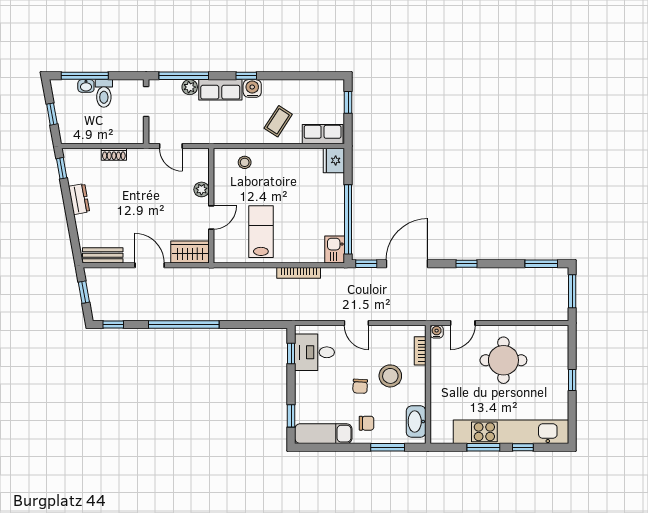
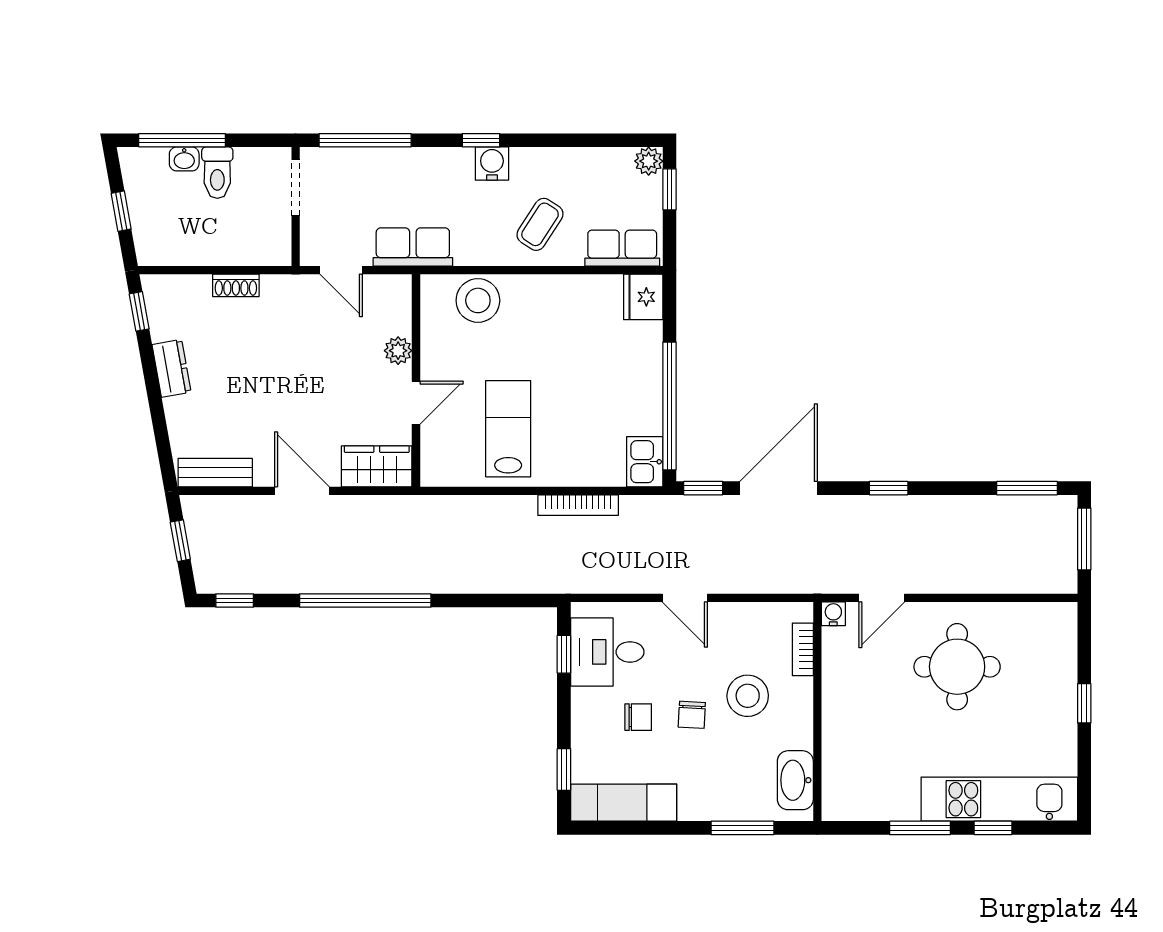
plant: (190, 87) -> (649, 161), moved
row of seats: (220, 90) -> (413, 247), moved, turned 180
stool: (245, 162) -> (478, 300), width x1.89, depth x1.89
chair: (367, 423) -> (638, 717), moved
kitchen unit: (511, 432) -> (999, 799), width x0.73

